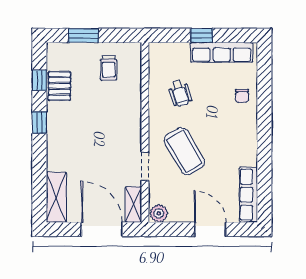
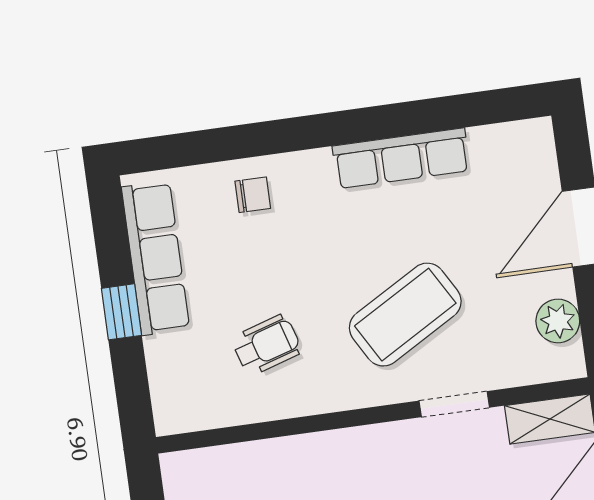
row of seats: (249, 195) -> (401, 158), moved
plant: (159, 213) -> (558, 321), moved

